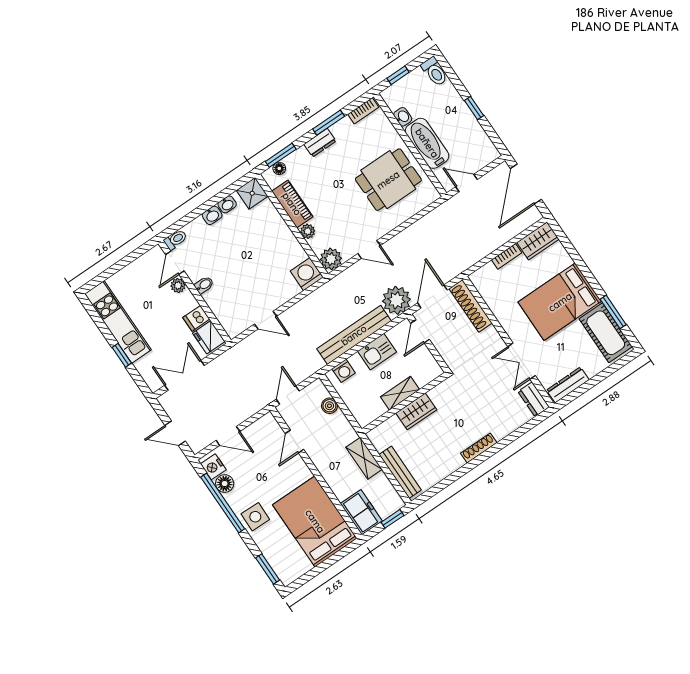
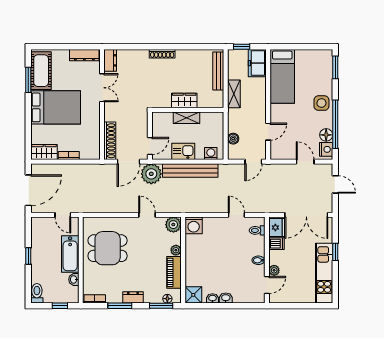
toilet: (176, 240) -> (257, 230), moved
double door: (185, 375) -> (306, 215), width x1.37
bed: (315, 521) -> (282, 76), width x0.67

